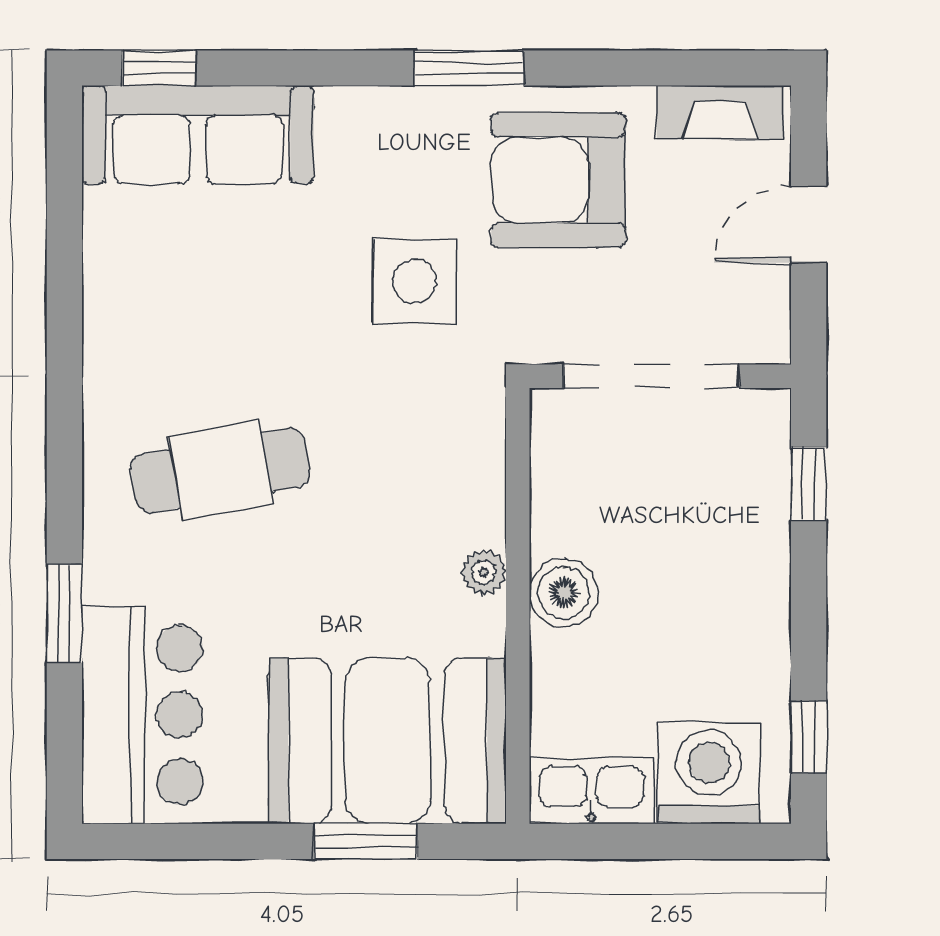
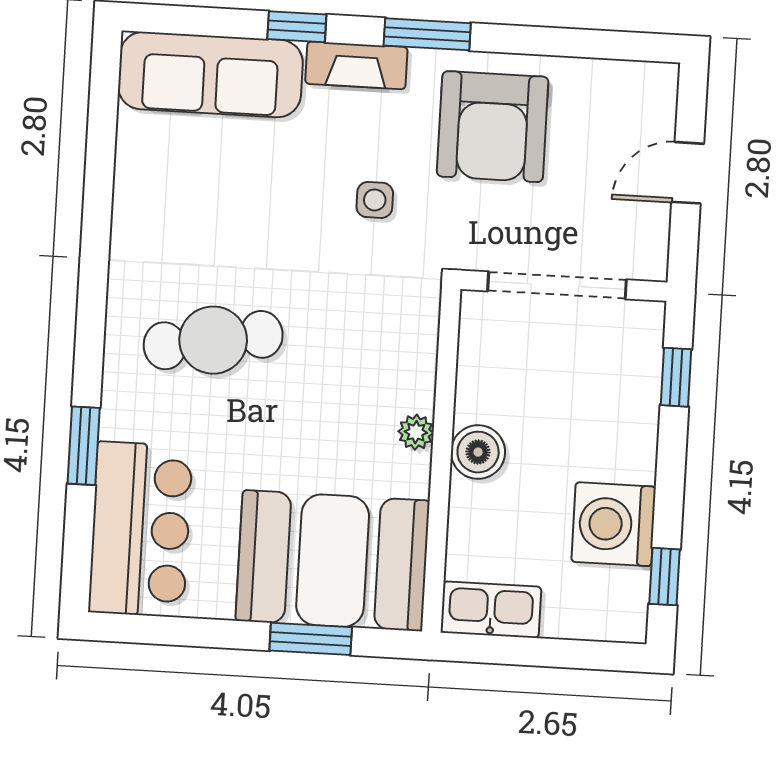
window: (159, 68) -> (297, 27), moved
fireplace: (720, 113) -> (356, 65), moved
armchair: (558, 180) -> (493, 127), turned -90
side table: (415, 281) -> (375, 200), width x0.54, depth x0.54
washing machine: (709, 773) -> (614, 524), moved, turned -90

